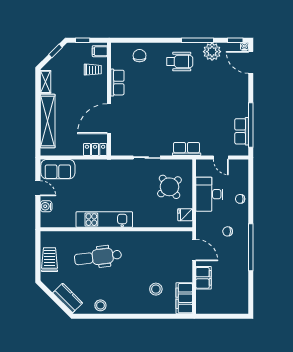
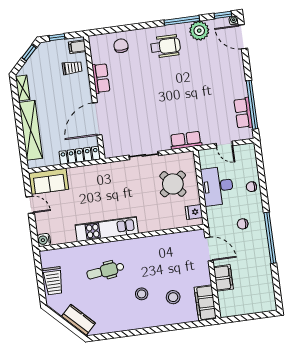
locker: (95, 150) -> (80, 155), width x1.53
water cooler: (46, 206) -> (44, 240), moved
dental chair: (98, 257) -> (105, 271), width x0.73, depth x0.72
trolley: (50, 260) -> (53, 281), turned 180
stool: (100, 305) -> (142, 294), moved

